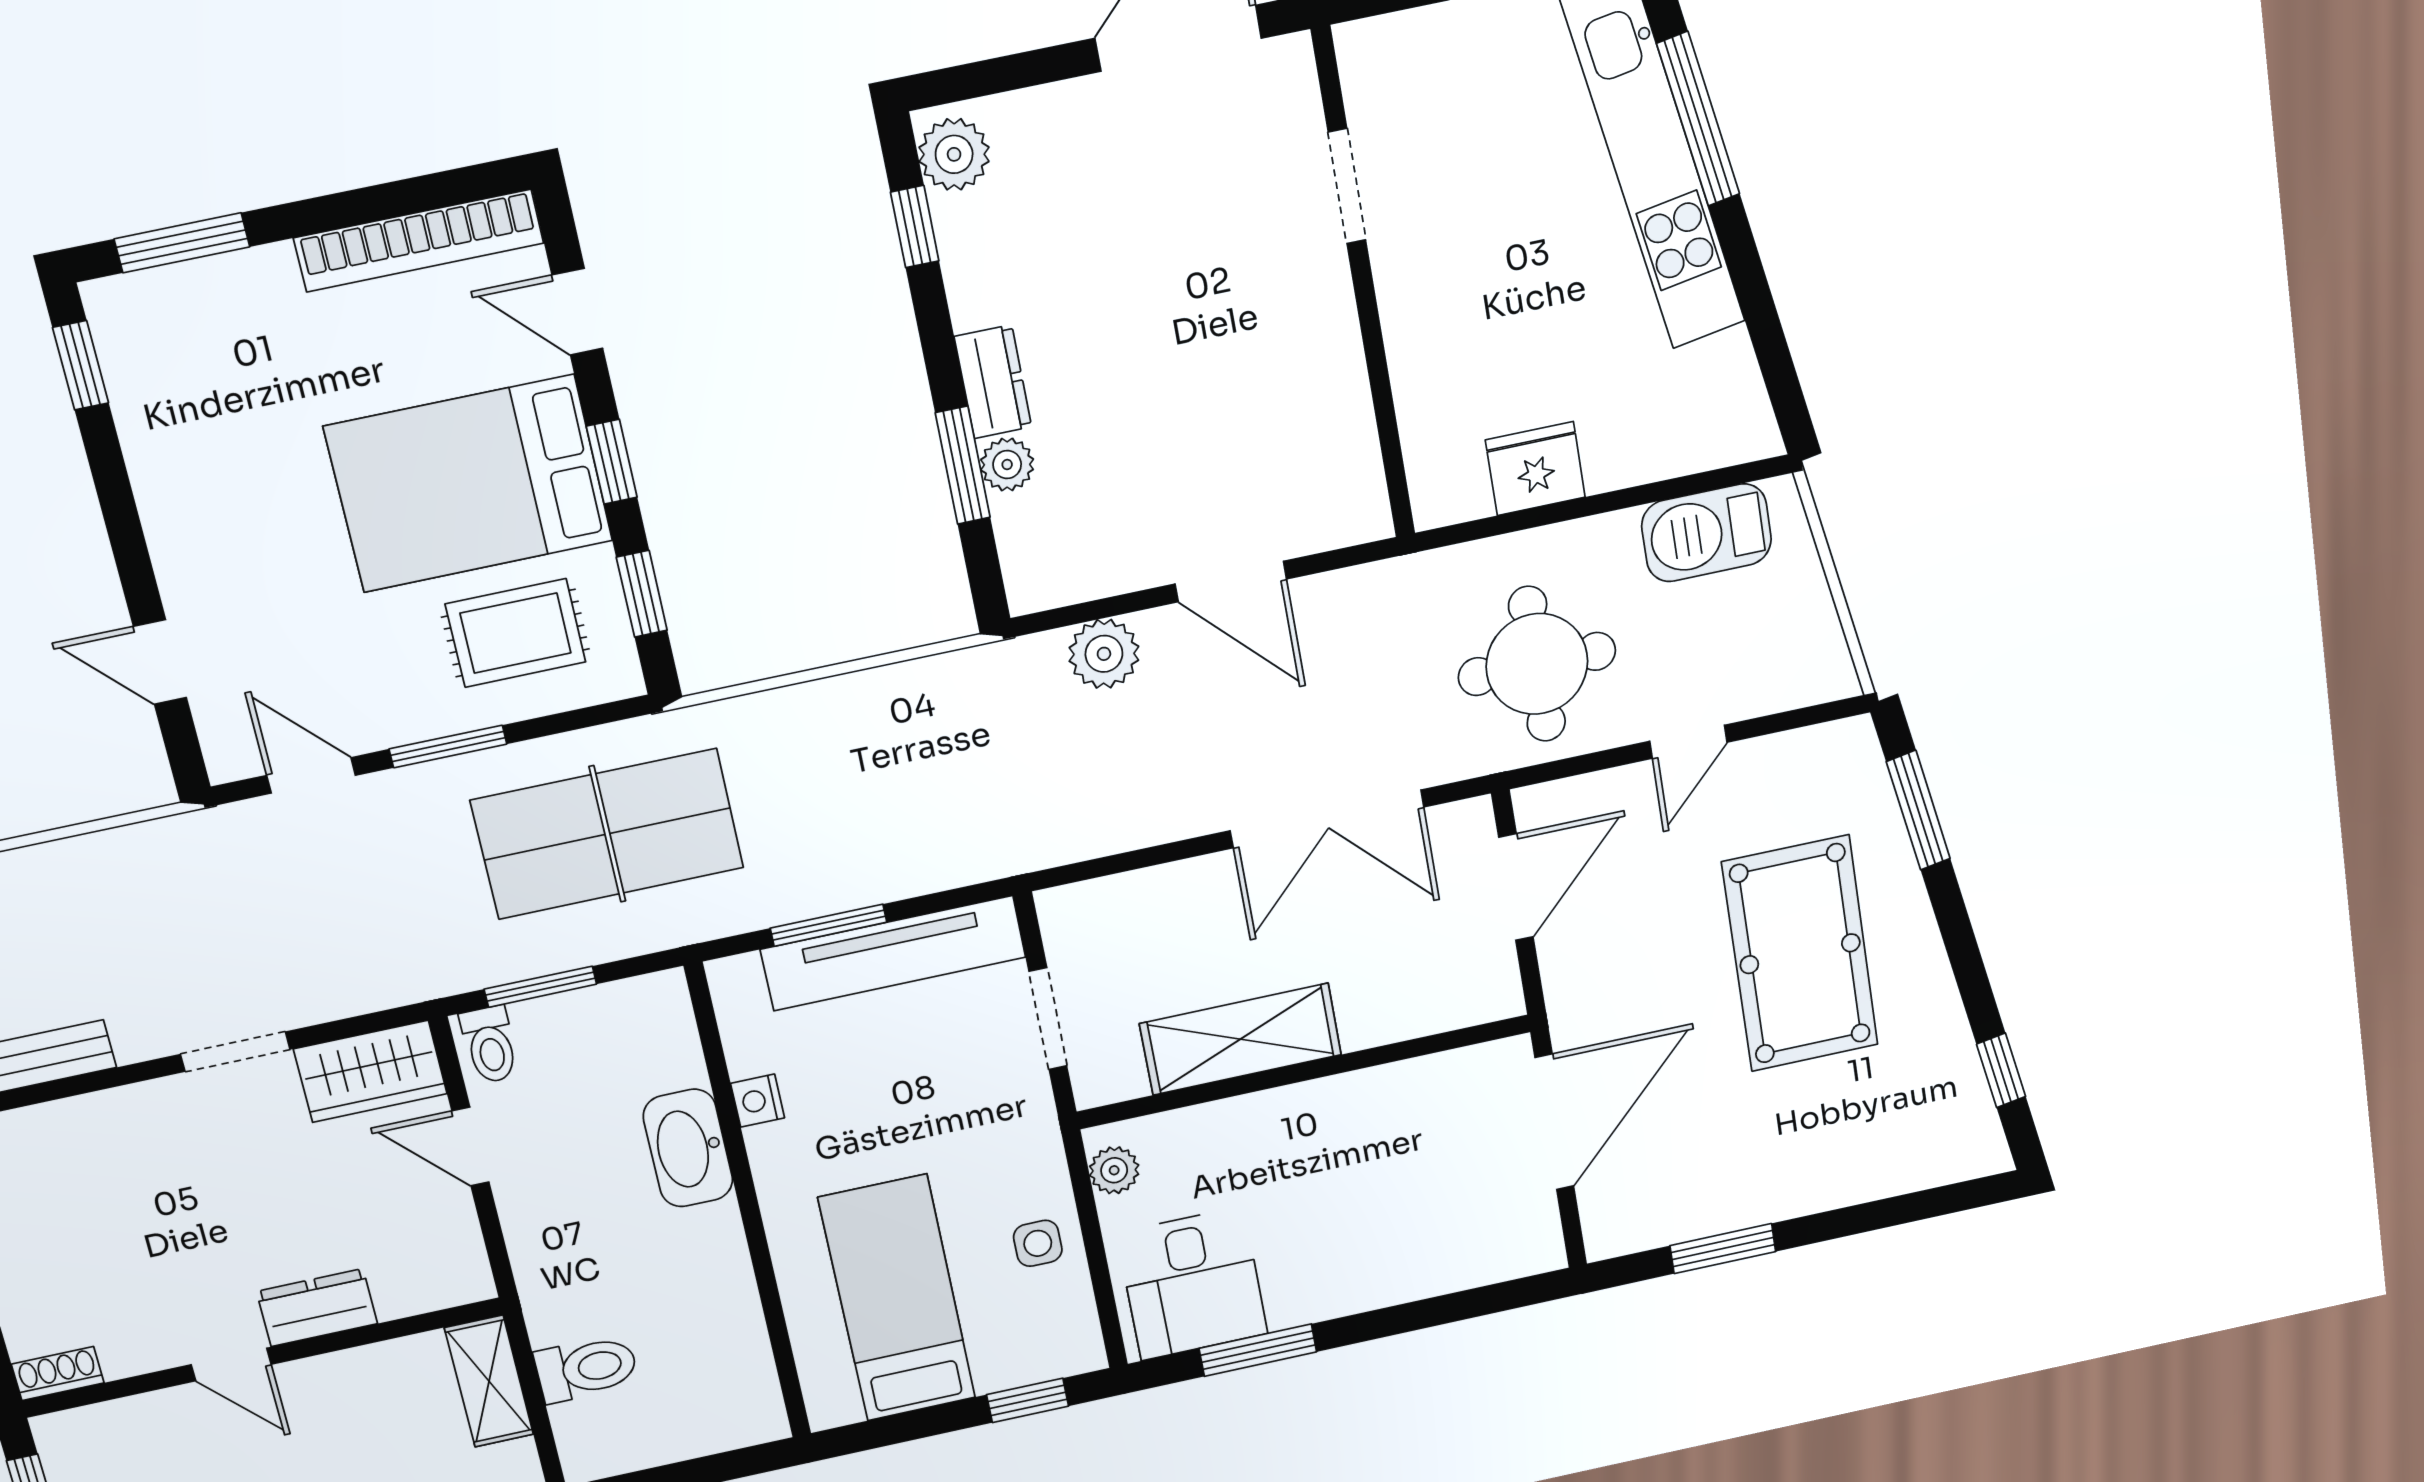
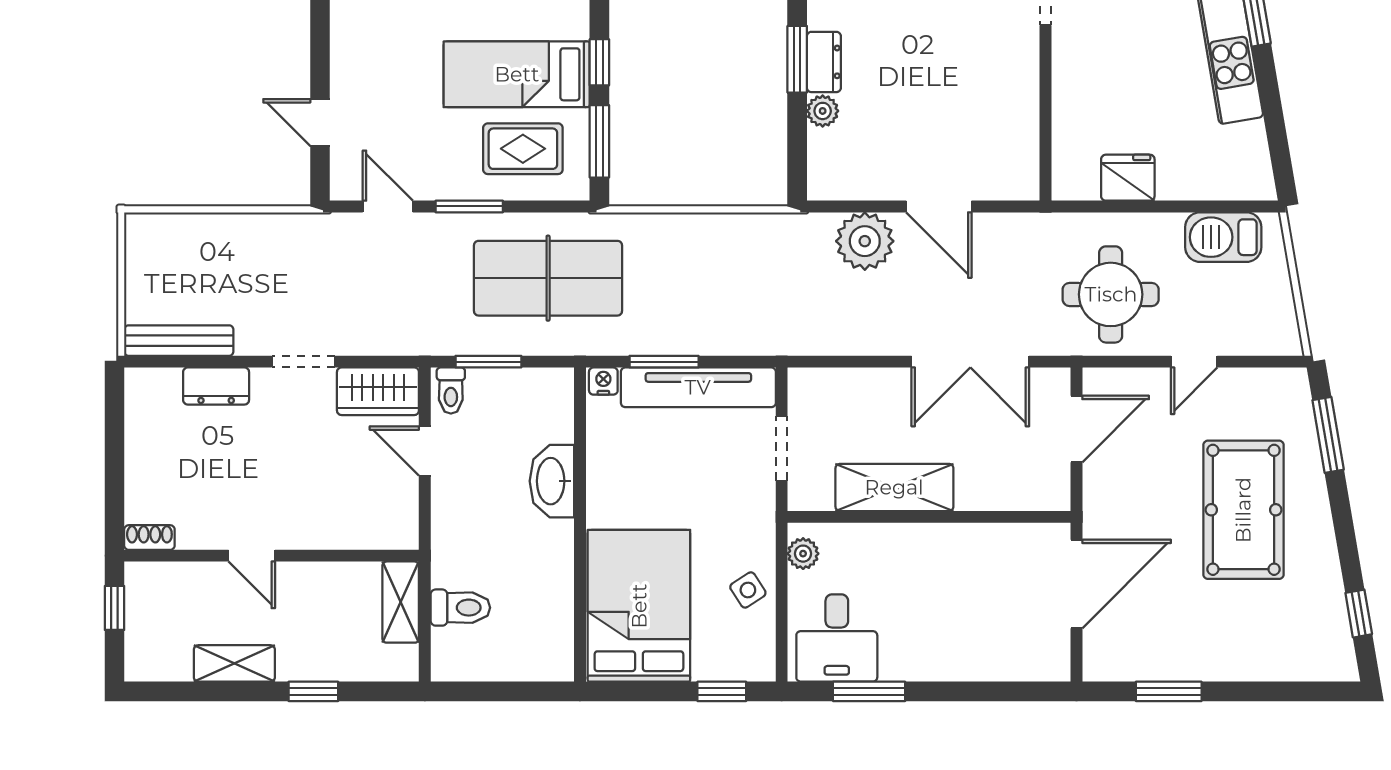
window: (963, 465) -> (797, 59), moved
bed: (469, 484) -> (517, 74), width x0.67
window: (642, 594) -> (599, 141), width x1.50
plant: (1104, 654) -> (865, 241), width x1.36, depth x1.36
nightstand: (758, 1101) -> (603, 381), moved, turned 90
side table: (1038, 1243) -> (748, 590), turned -33
bed: (897, 1298) -> (639, 606), width x1.50
dresser: (317, 1308) -> (216, 386), moved, turned 180

